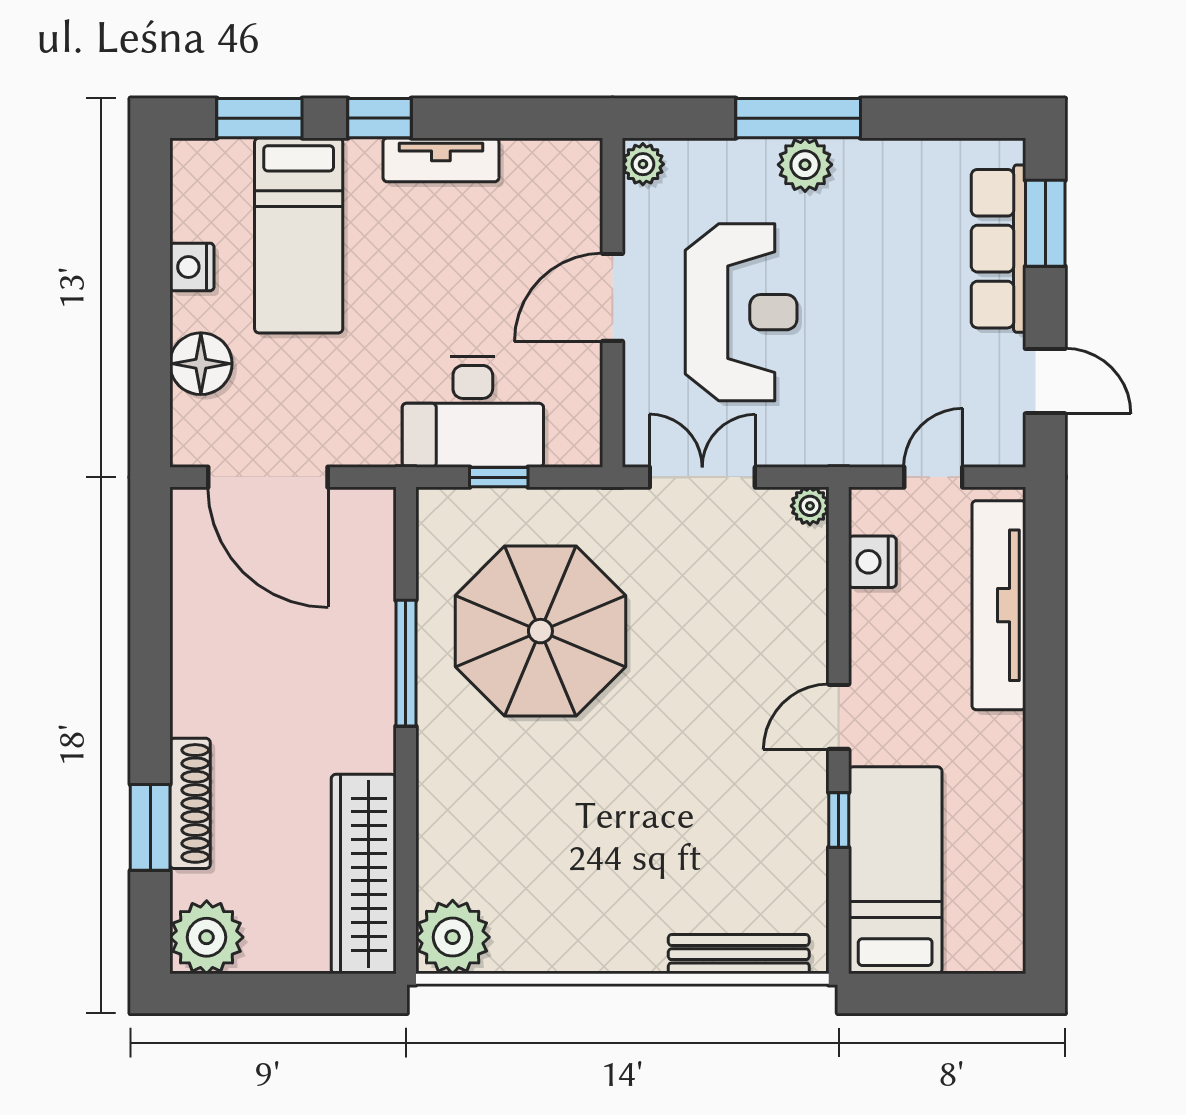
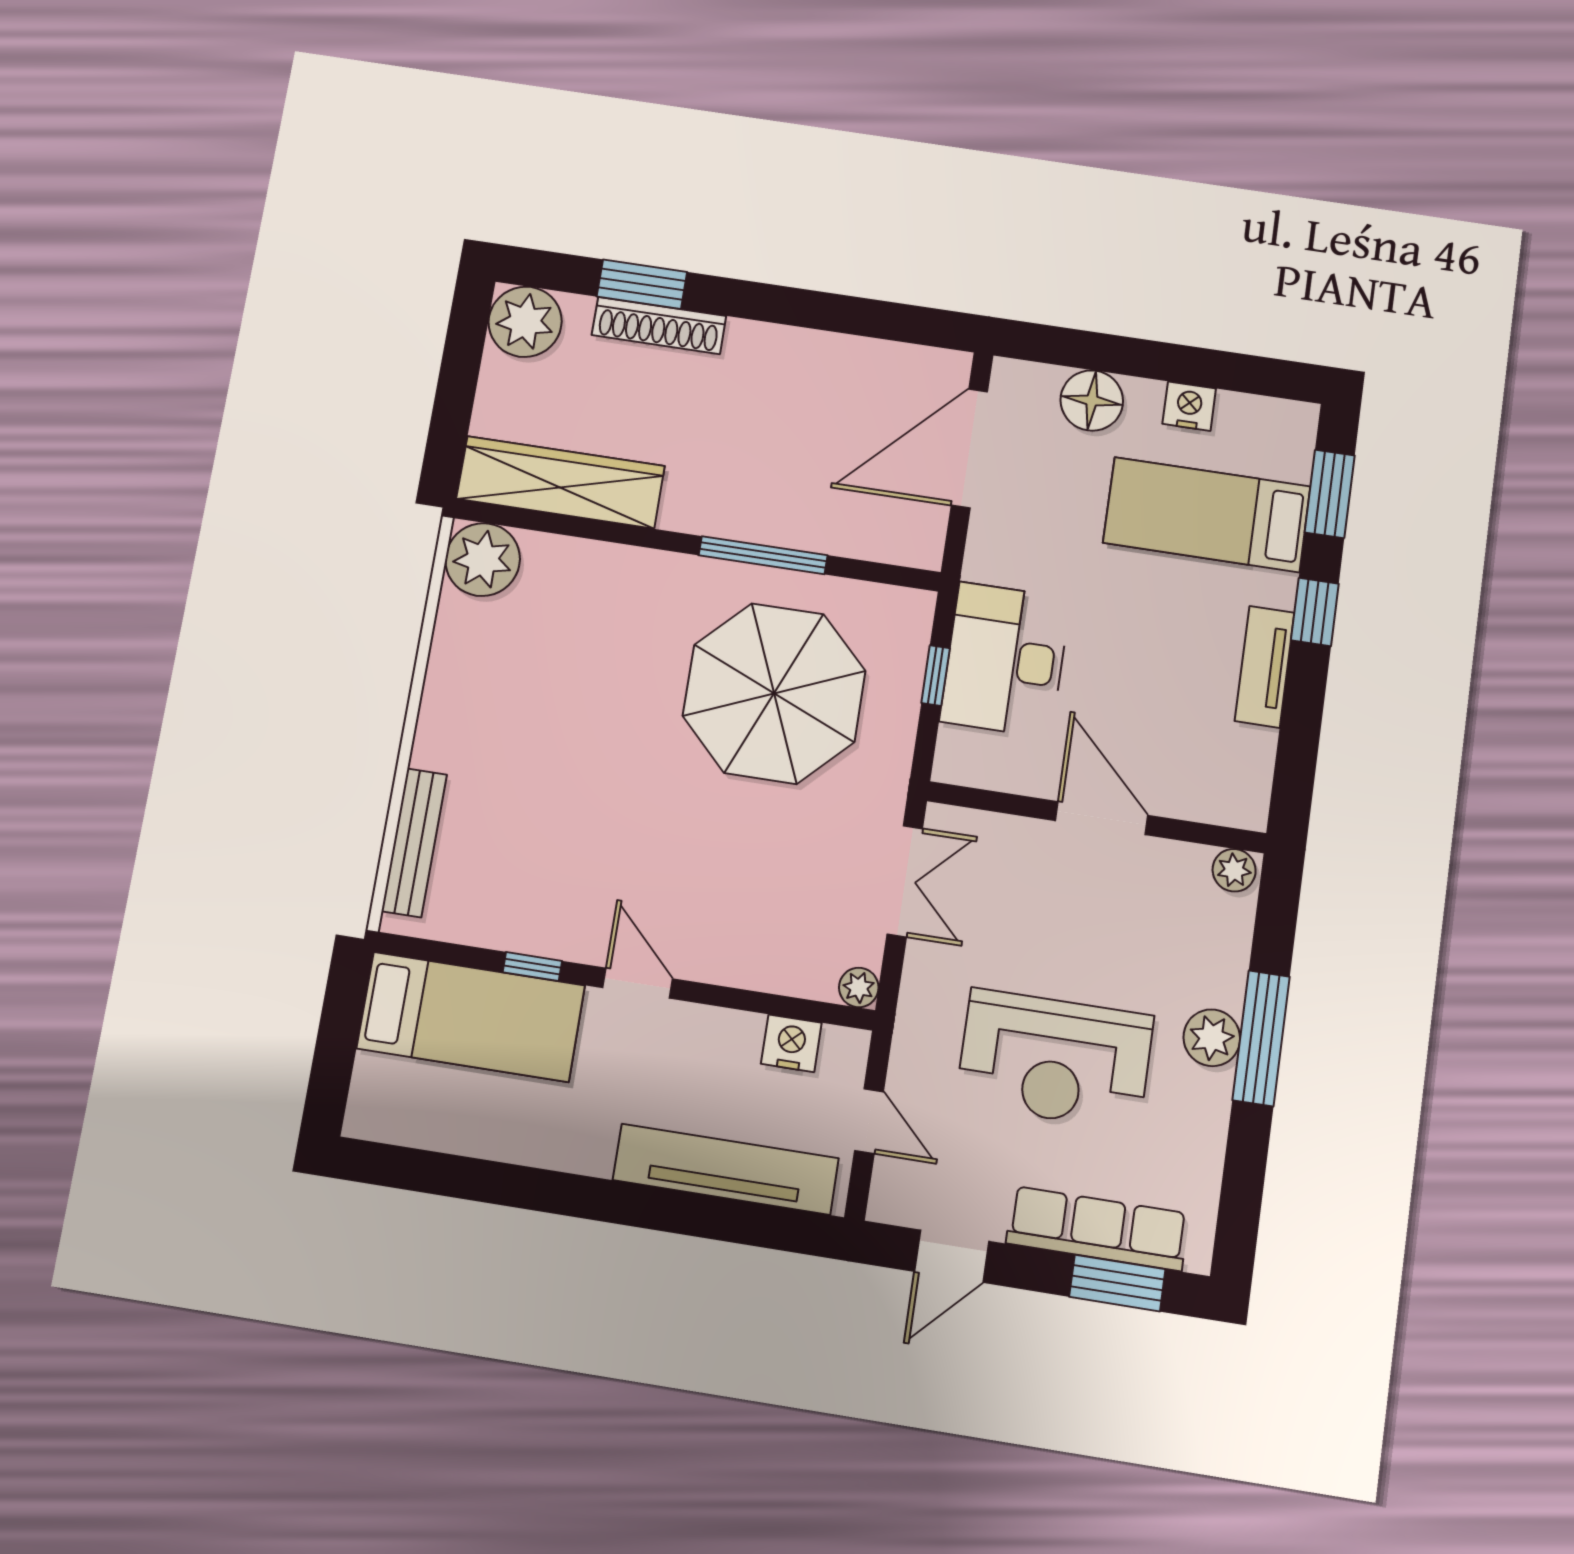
reception desk: (741, 312) -> (1055, 1059), moved

